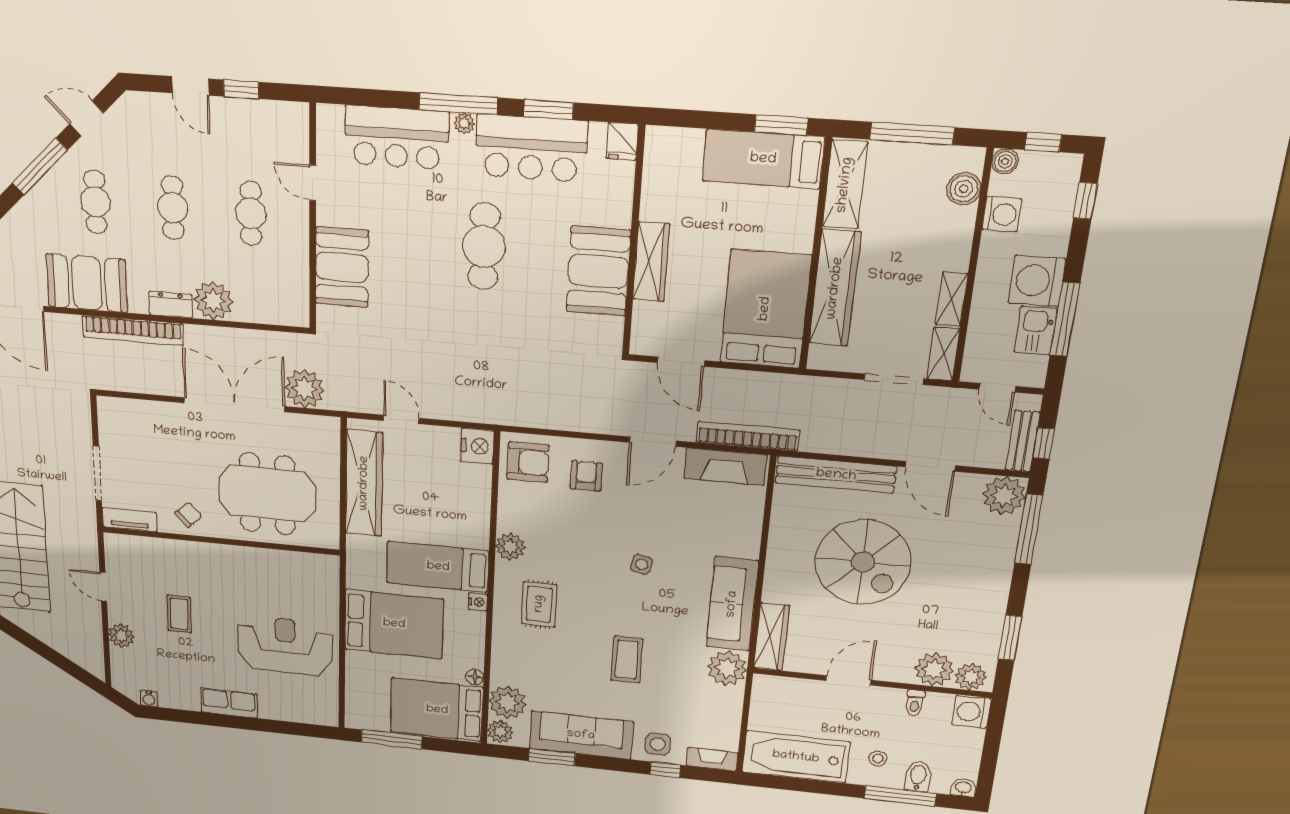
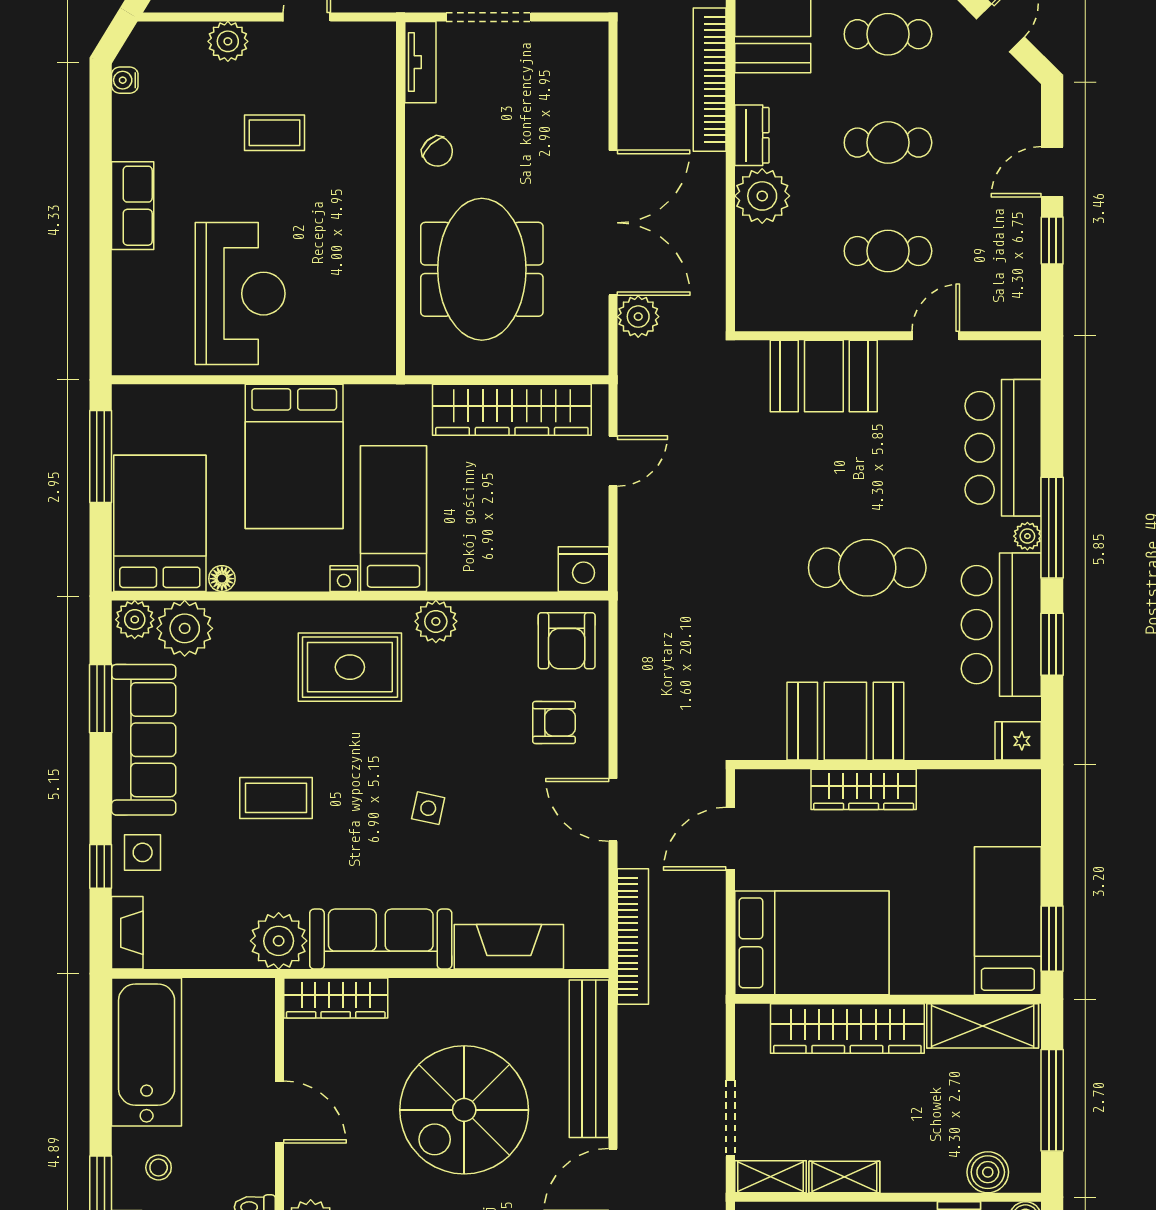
plant: (305, 389) -> (638, 317), width x0.73, depth x0.73
fireplace: (725, 467) -> (509, 947), moved, turned 90
rug: (539, 604) -> (350, 667), width x1.36, depth x1.43

